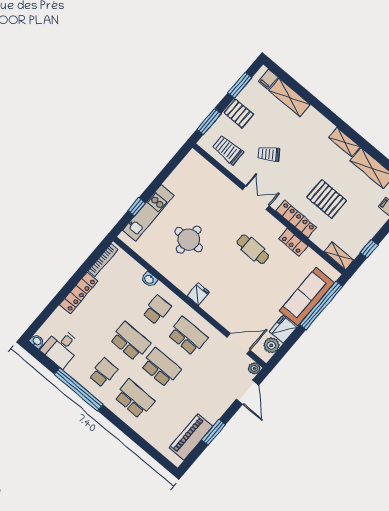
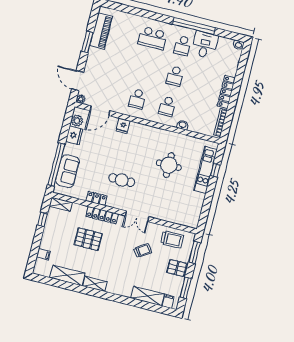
fridge: (198, 294) -> (123, 126), moved
sofa: (307, 297) -> (67, 171), width x0.73
school desk: (188, 336) -> (137, 99), width x0.54
school desk: (130, 341) -> (175, 76), width x0.54
desk: (61, 348) -> (205, 45), moved
school desk: (161, 368) -> (145, 68), removed

